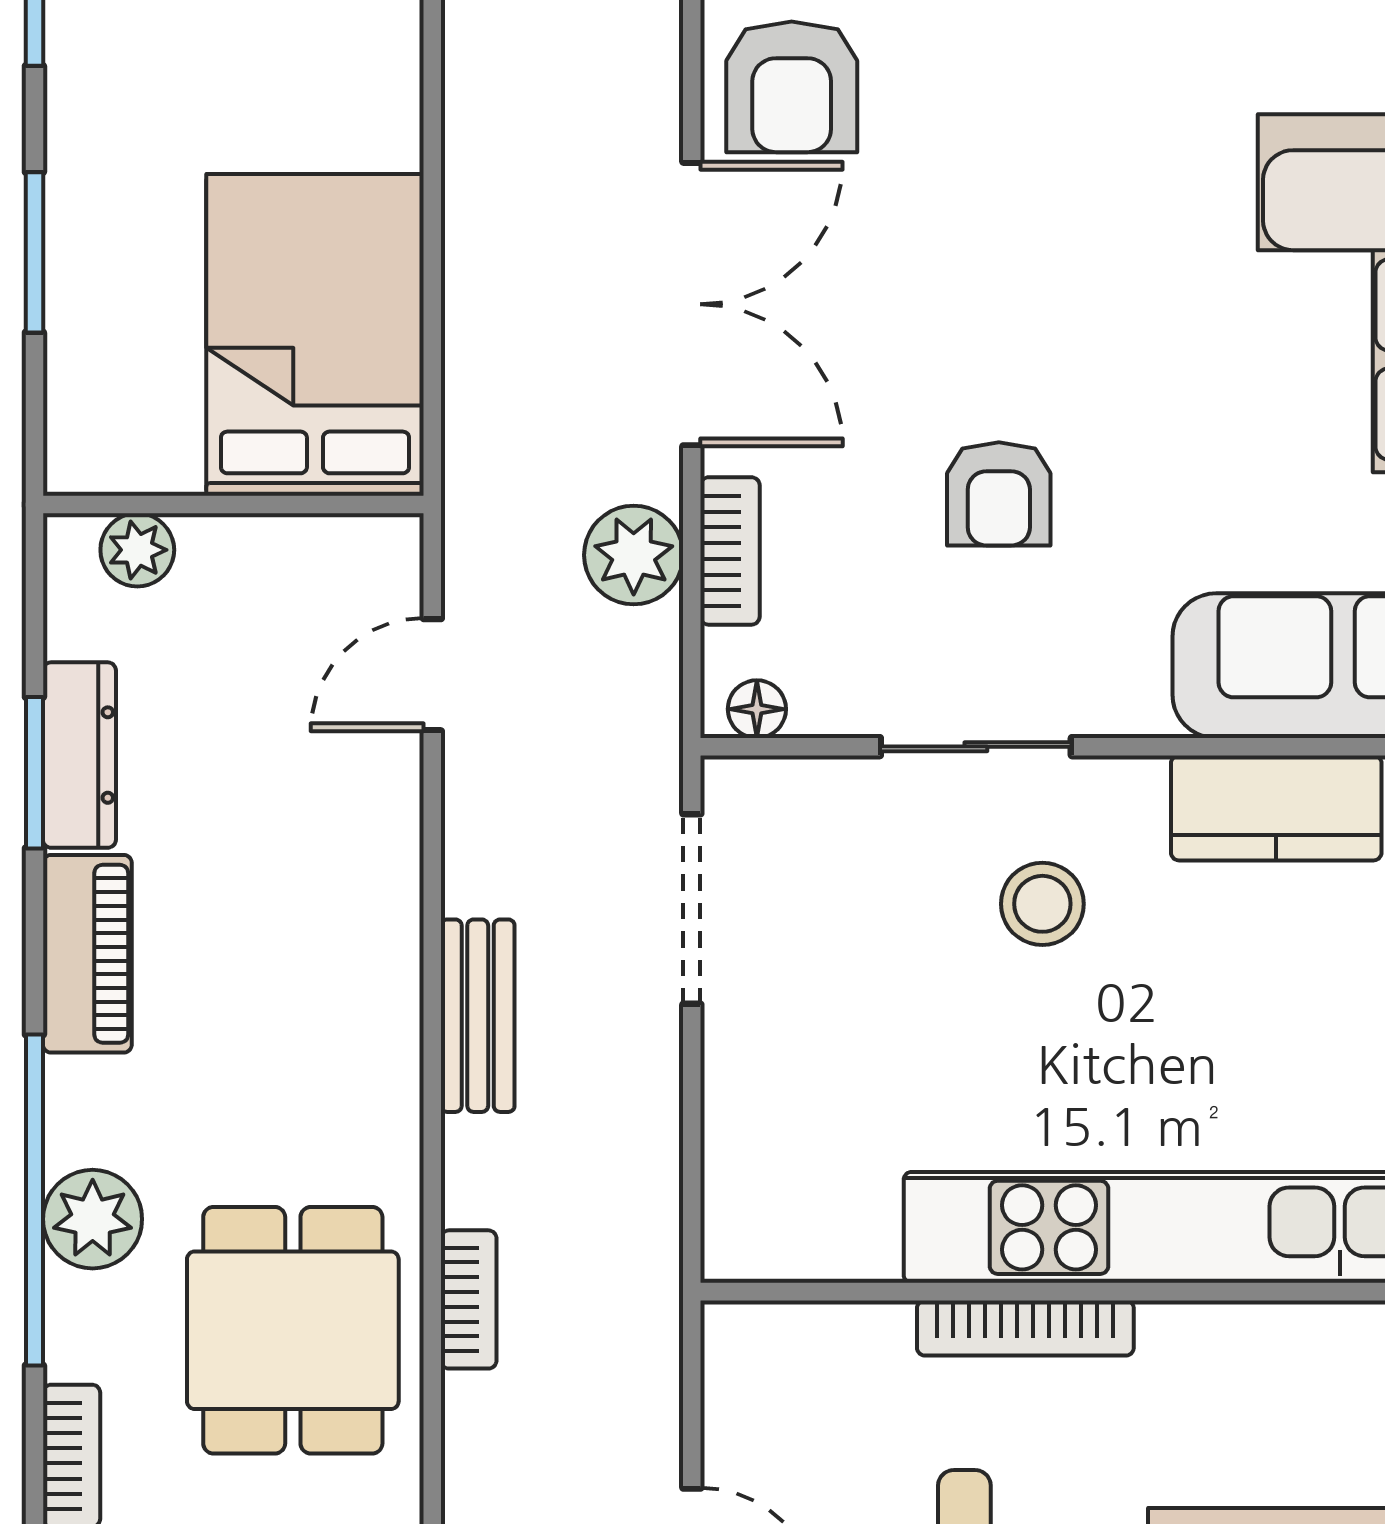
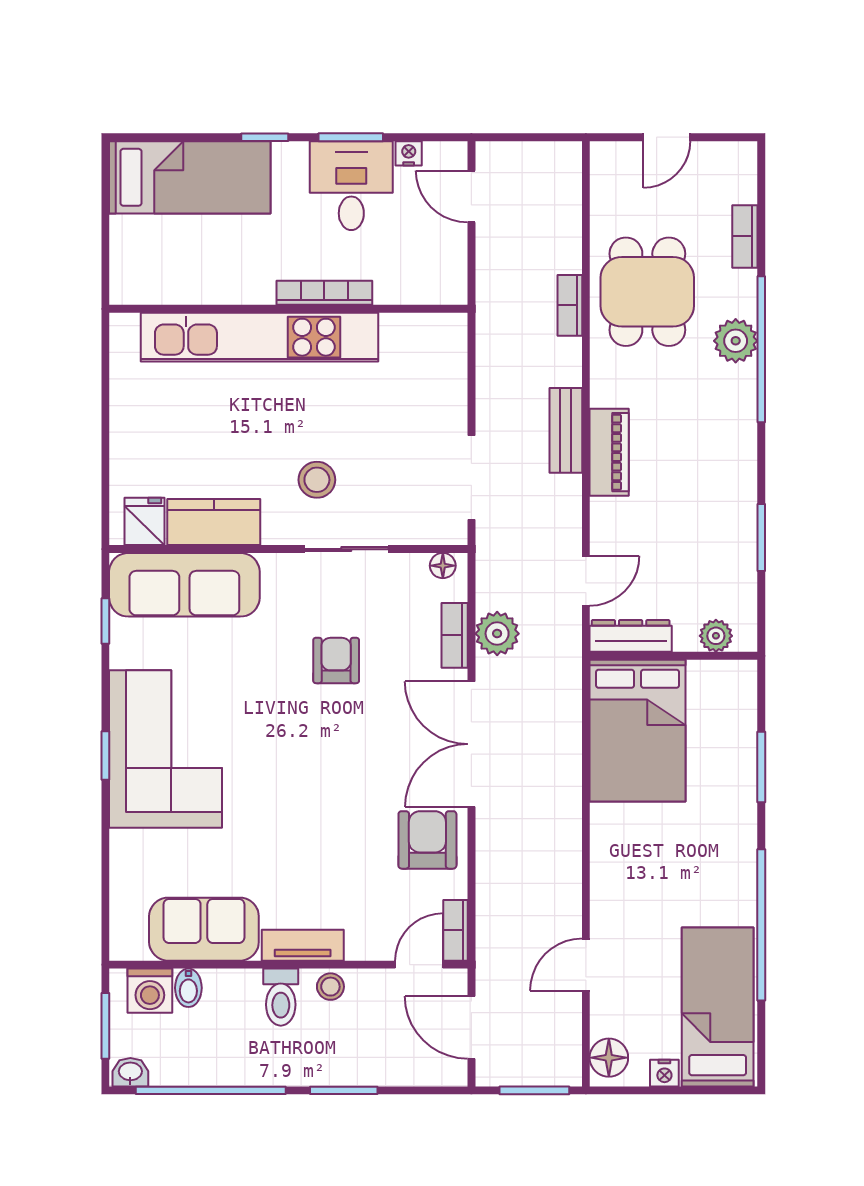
dresser: (79, 755) -> (631, 636), moved, turned 90
piano: (87, 954) -> (609, 452), moved, turned 180

